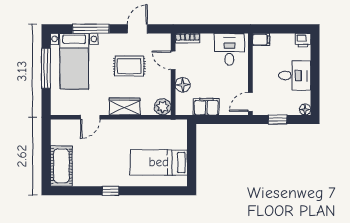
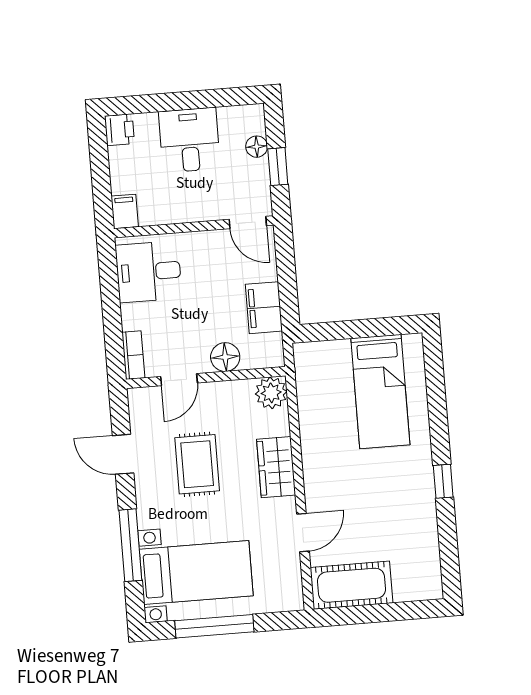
floor lamp: (305, 110) -> (257, 147), moved
door: (90, 117) -> (303, 533), hinge flipped
cot: (61, 166) -> (351, 585), moved

